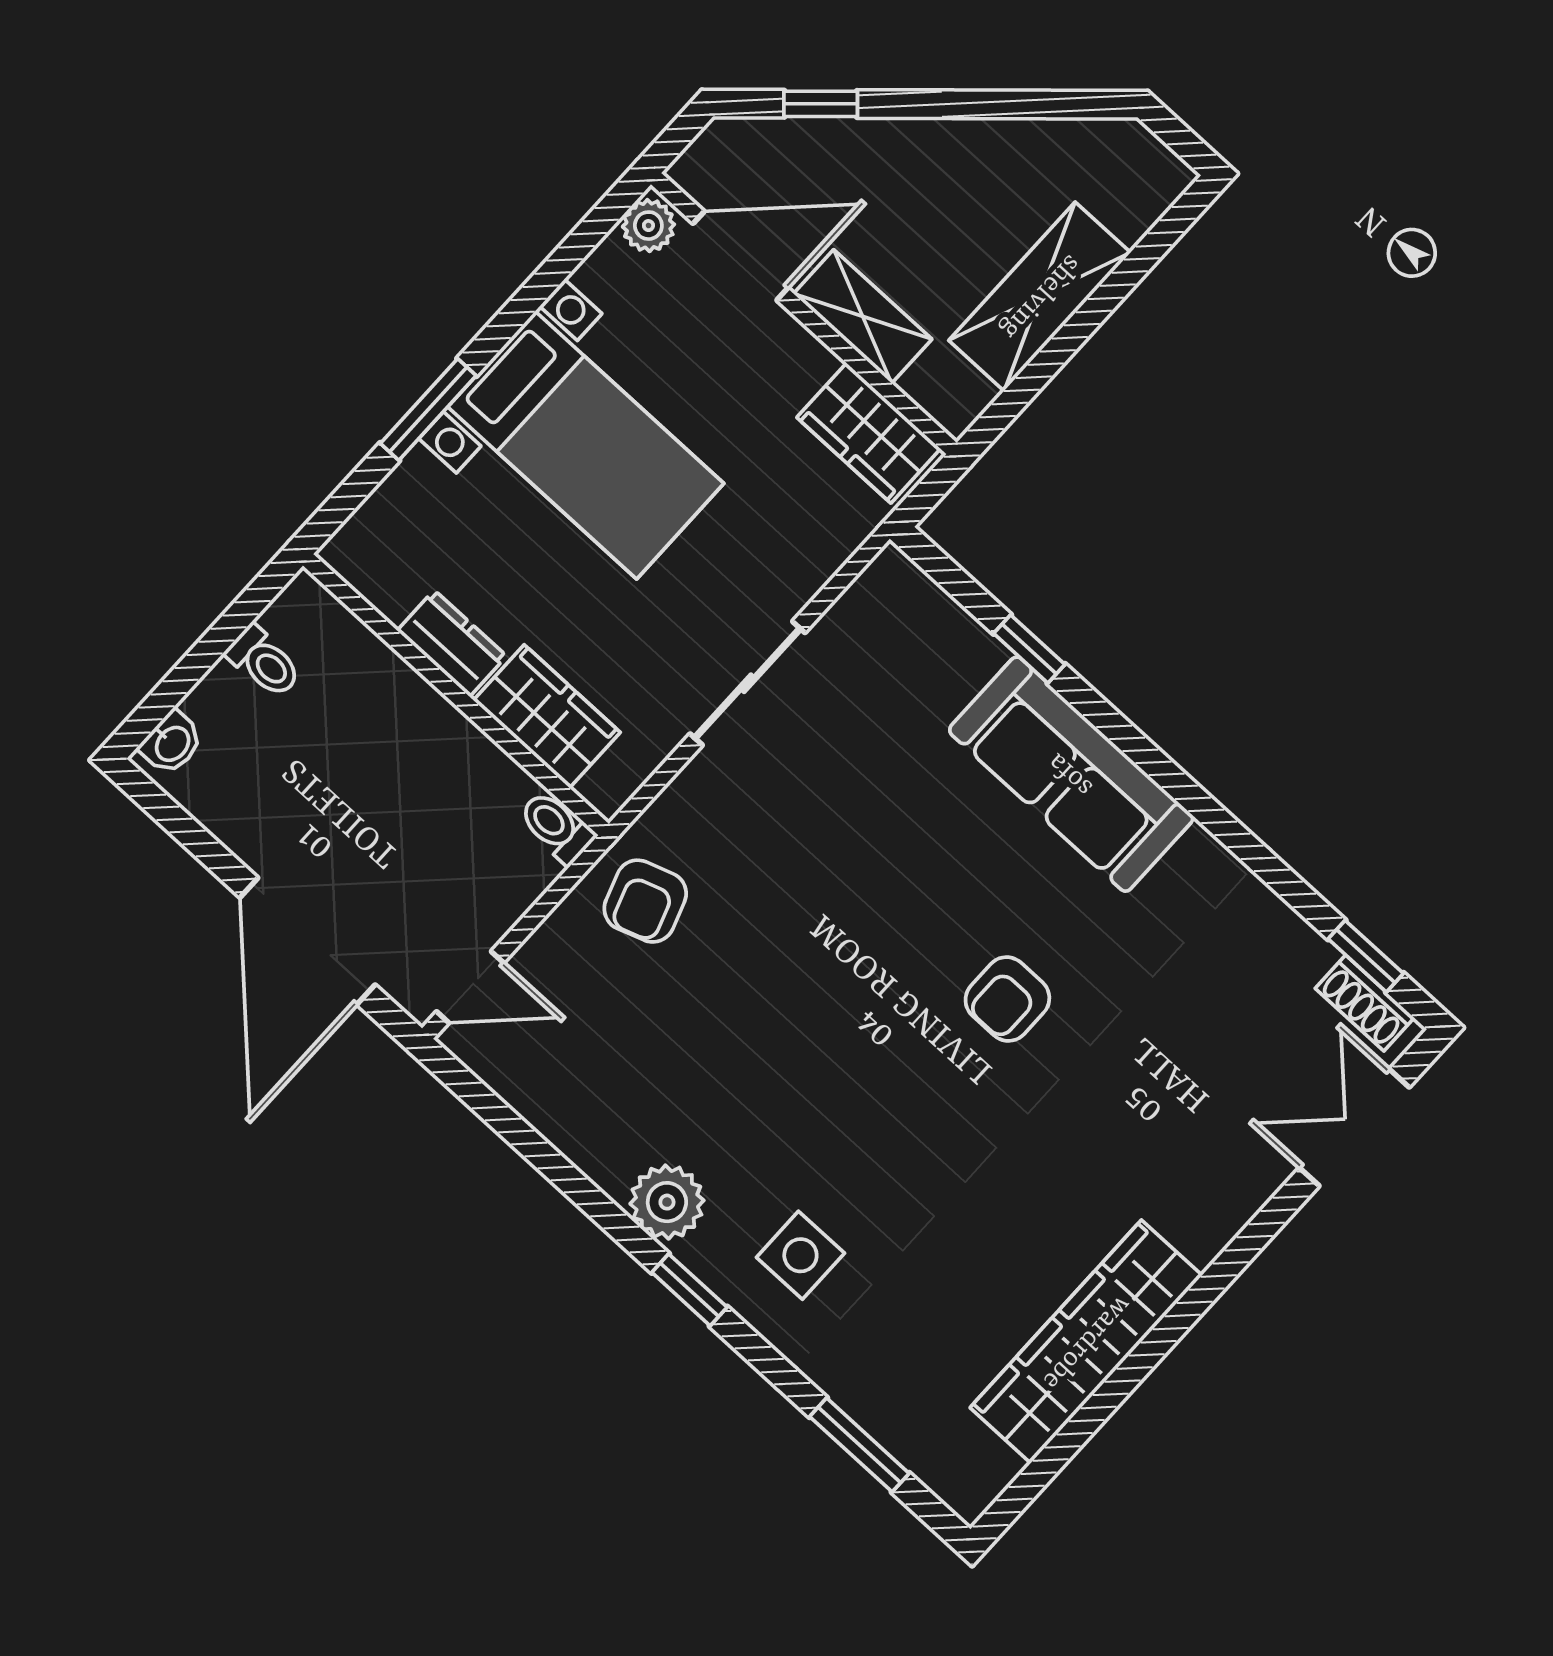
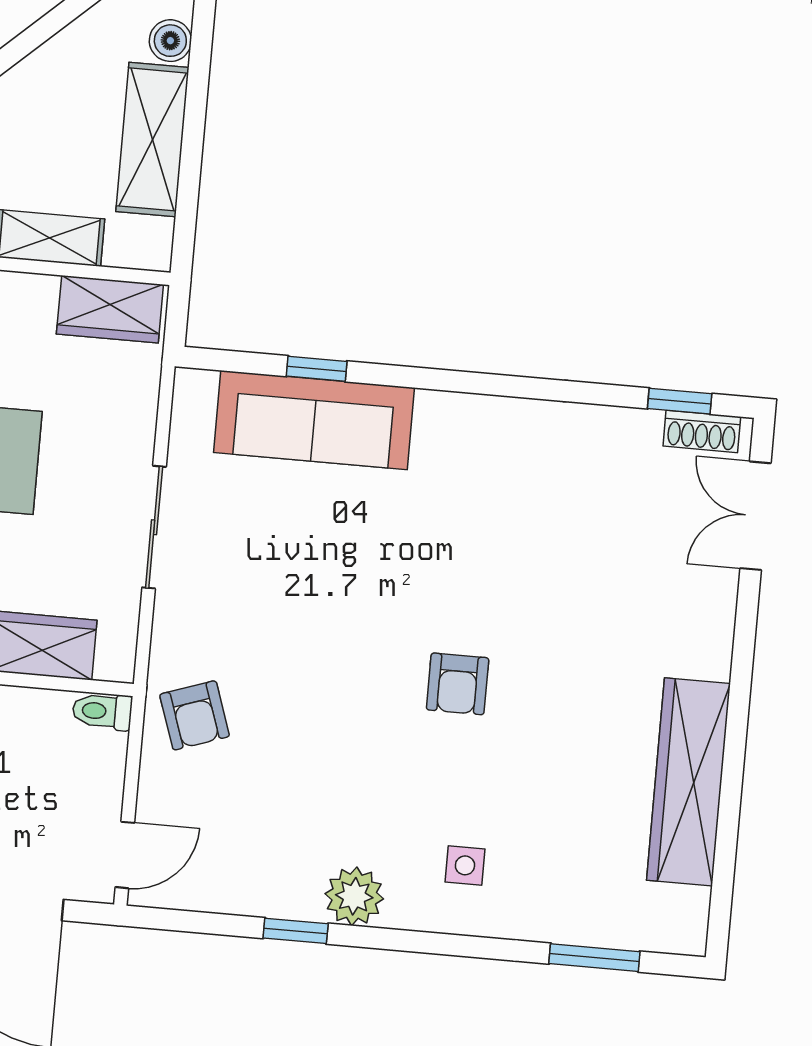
boiler: (1132, 212) -> (170, 41), added
sofa: (1071, 774) -> (314, 420), moved
armchair: (1007, 999) -> (458, 684), moved
side table: (800, 1255) -> (465, 865), width x0.73, depth x0.73
window: (689, 1290) -> (296, 931), moved

